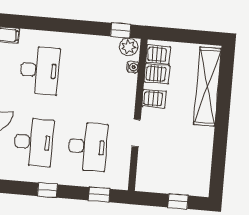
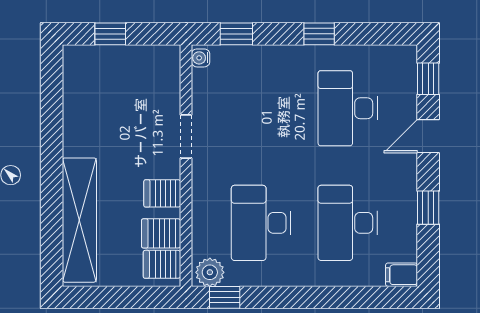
water cooler: (133, 67) -> (201, 58), moved
desk: (88, 147) -> (261, 223), moved

